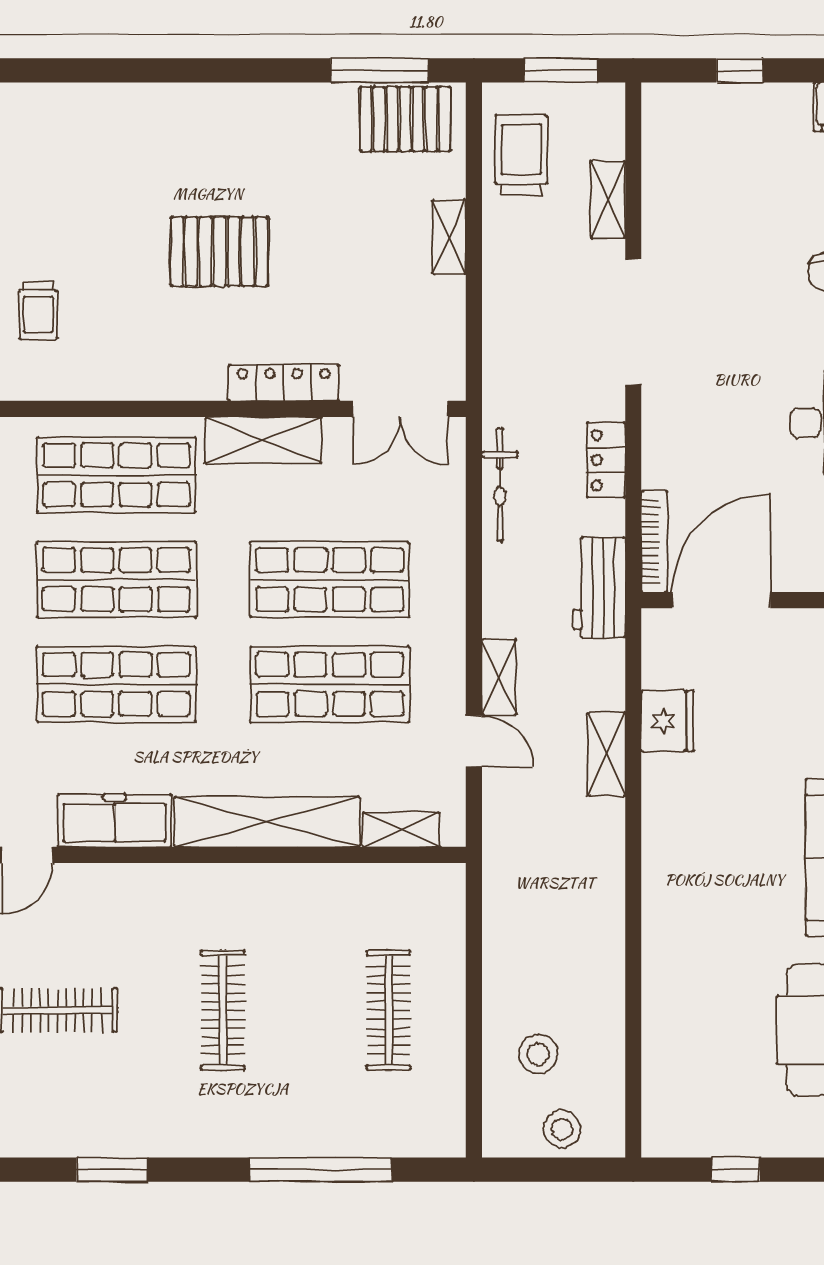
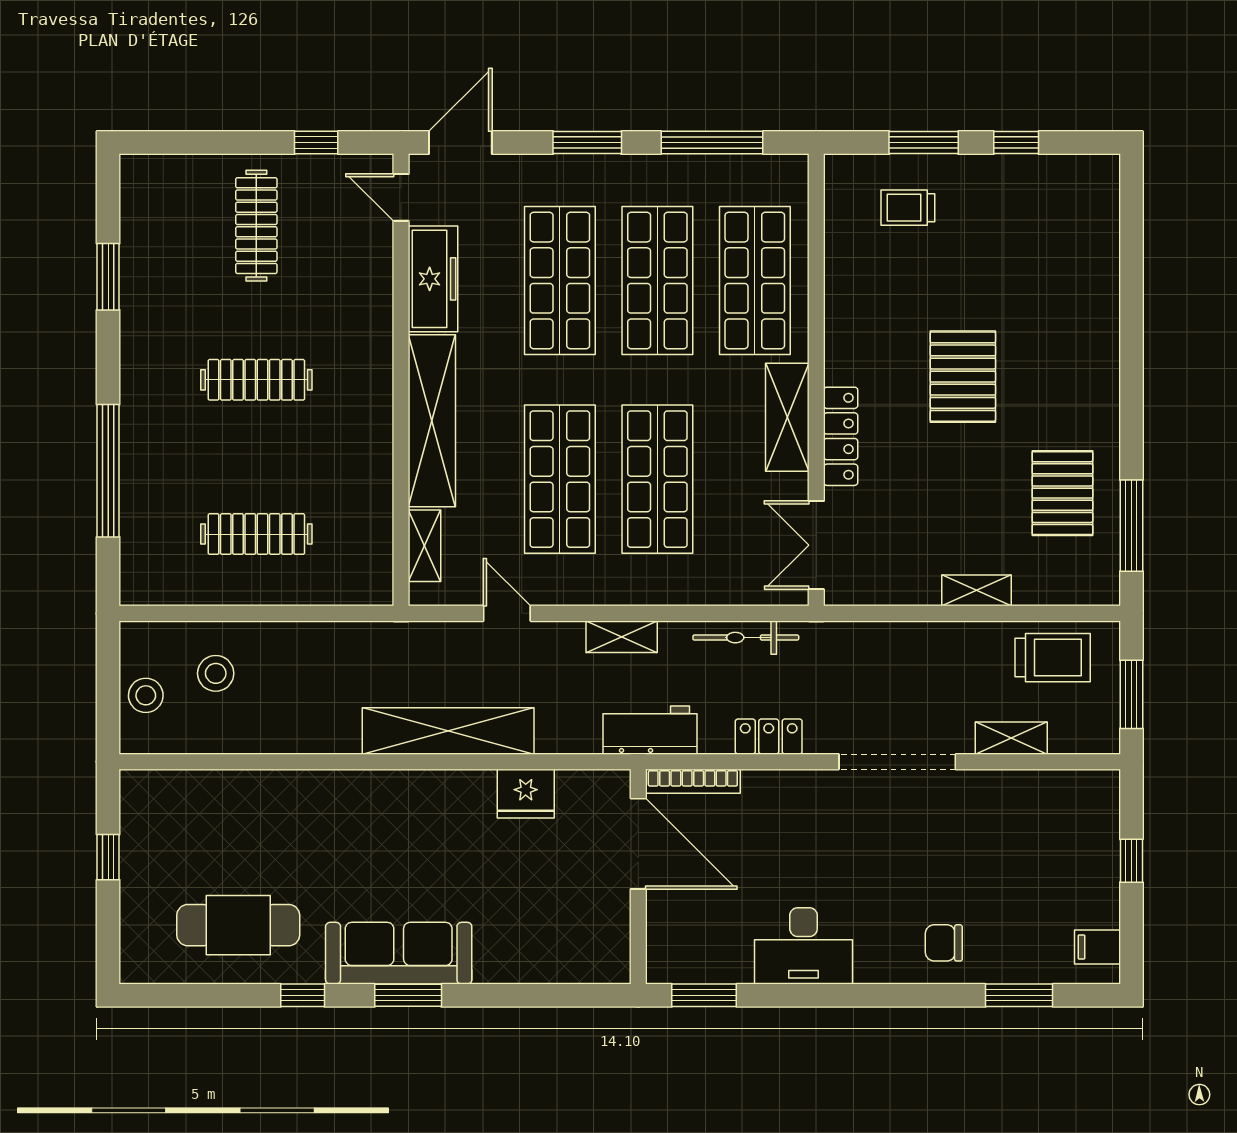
pallet: (405, 119) -> (1062, 493), moved
shelving: (499, 677) -> (622, 637), moved
door: (474, 741) -> (507, 613), swing flipped
shelving: (606, 754) -> (448, 731), width x2.20, depth x1.33

